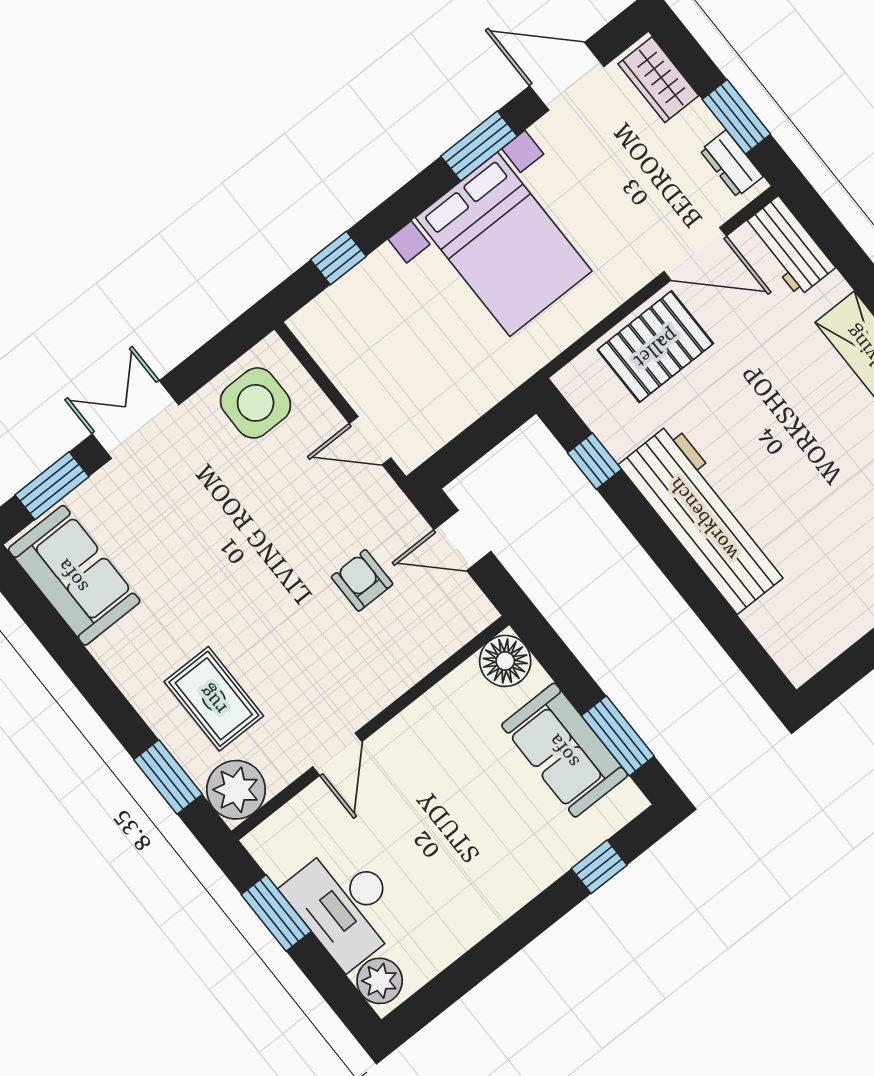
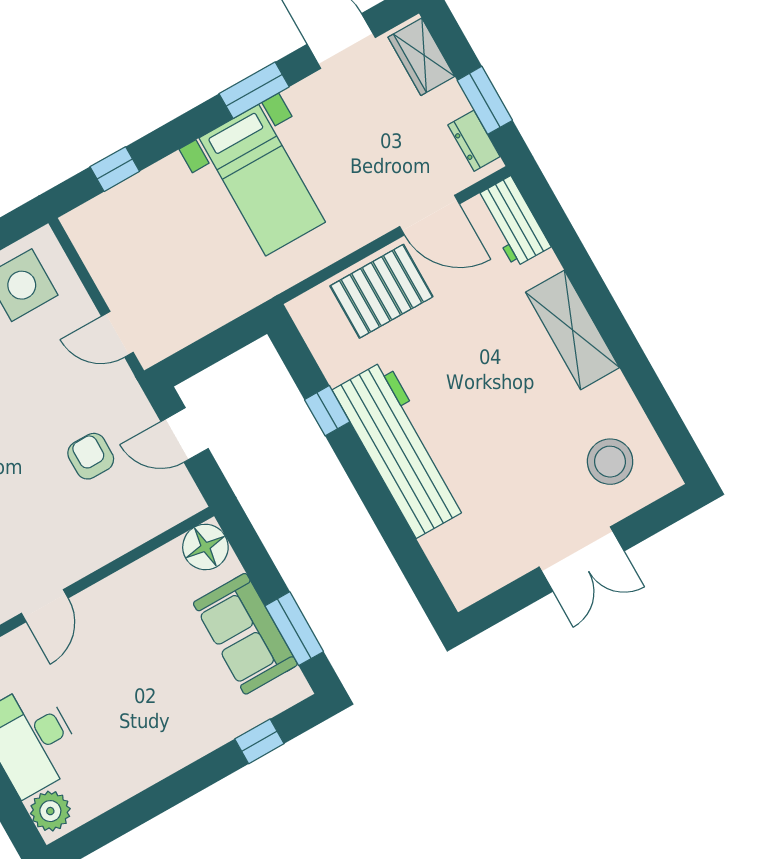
bed with nightstands: (504, 244) -> (262, 180), width x0.73
window: (594, 461) -> (327, 411), moved

